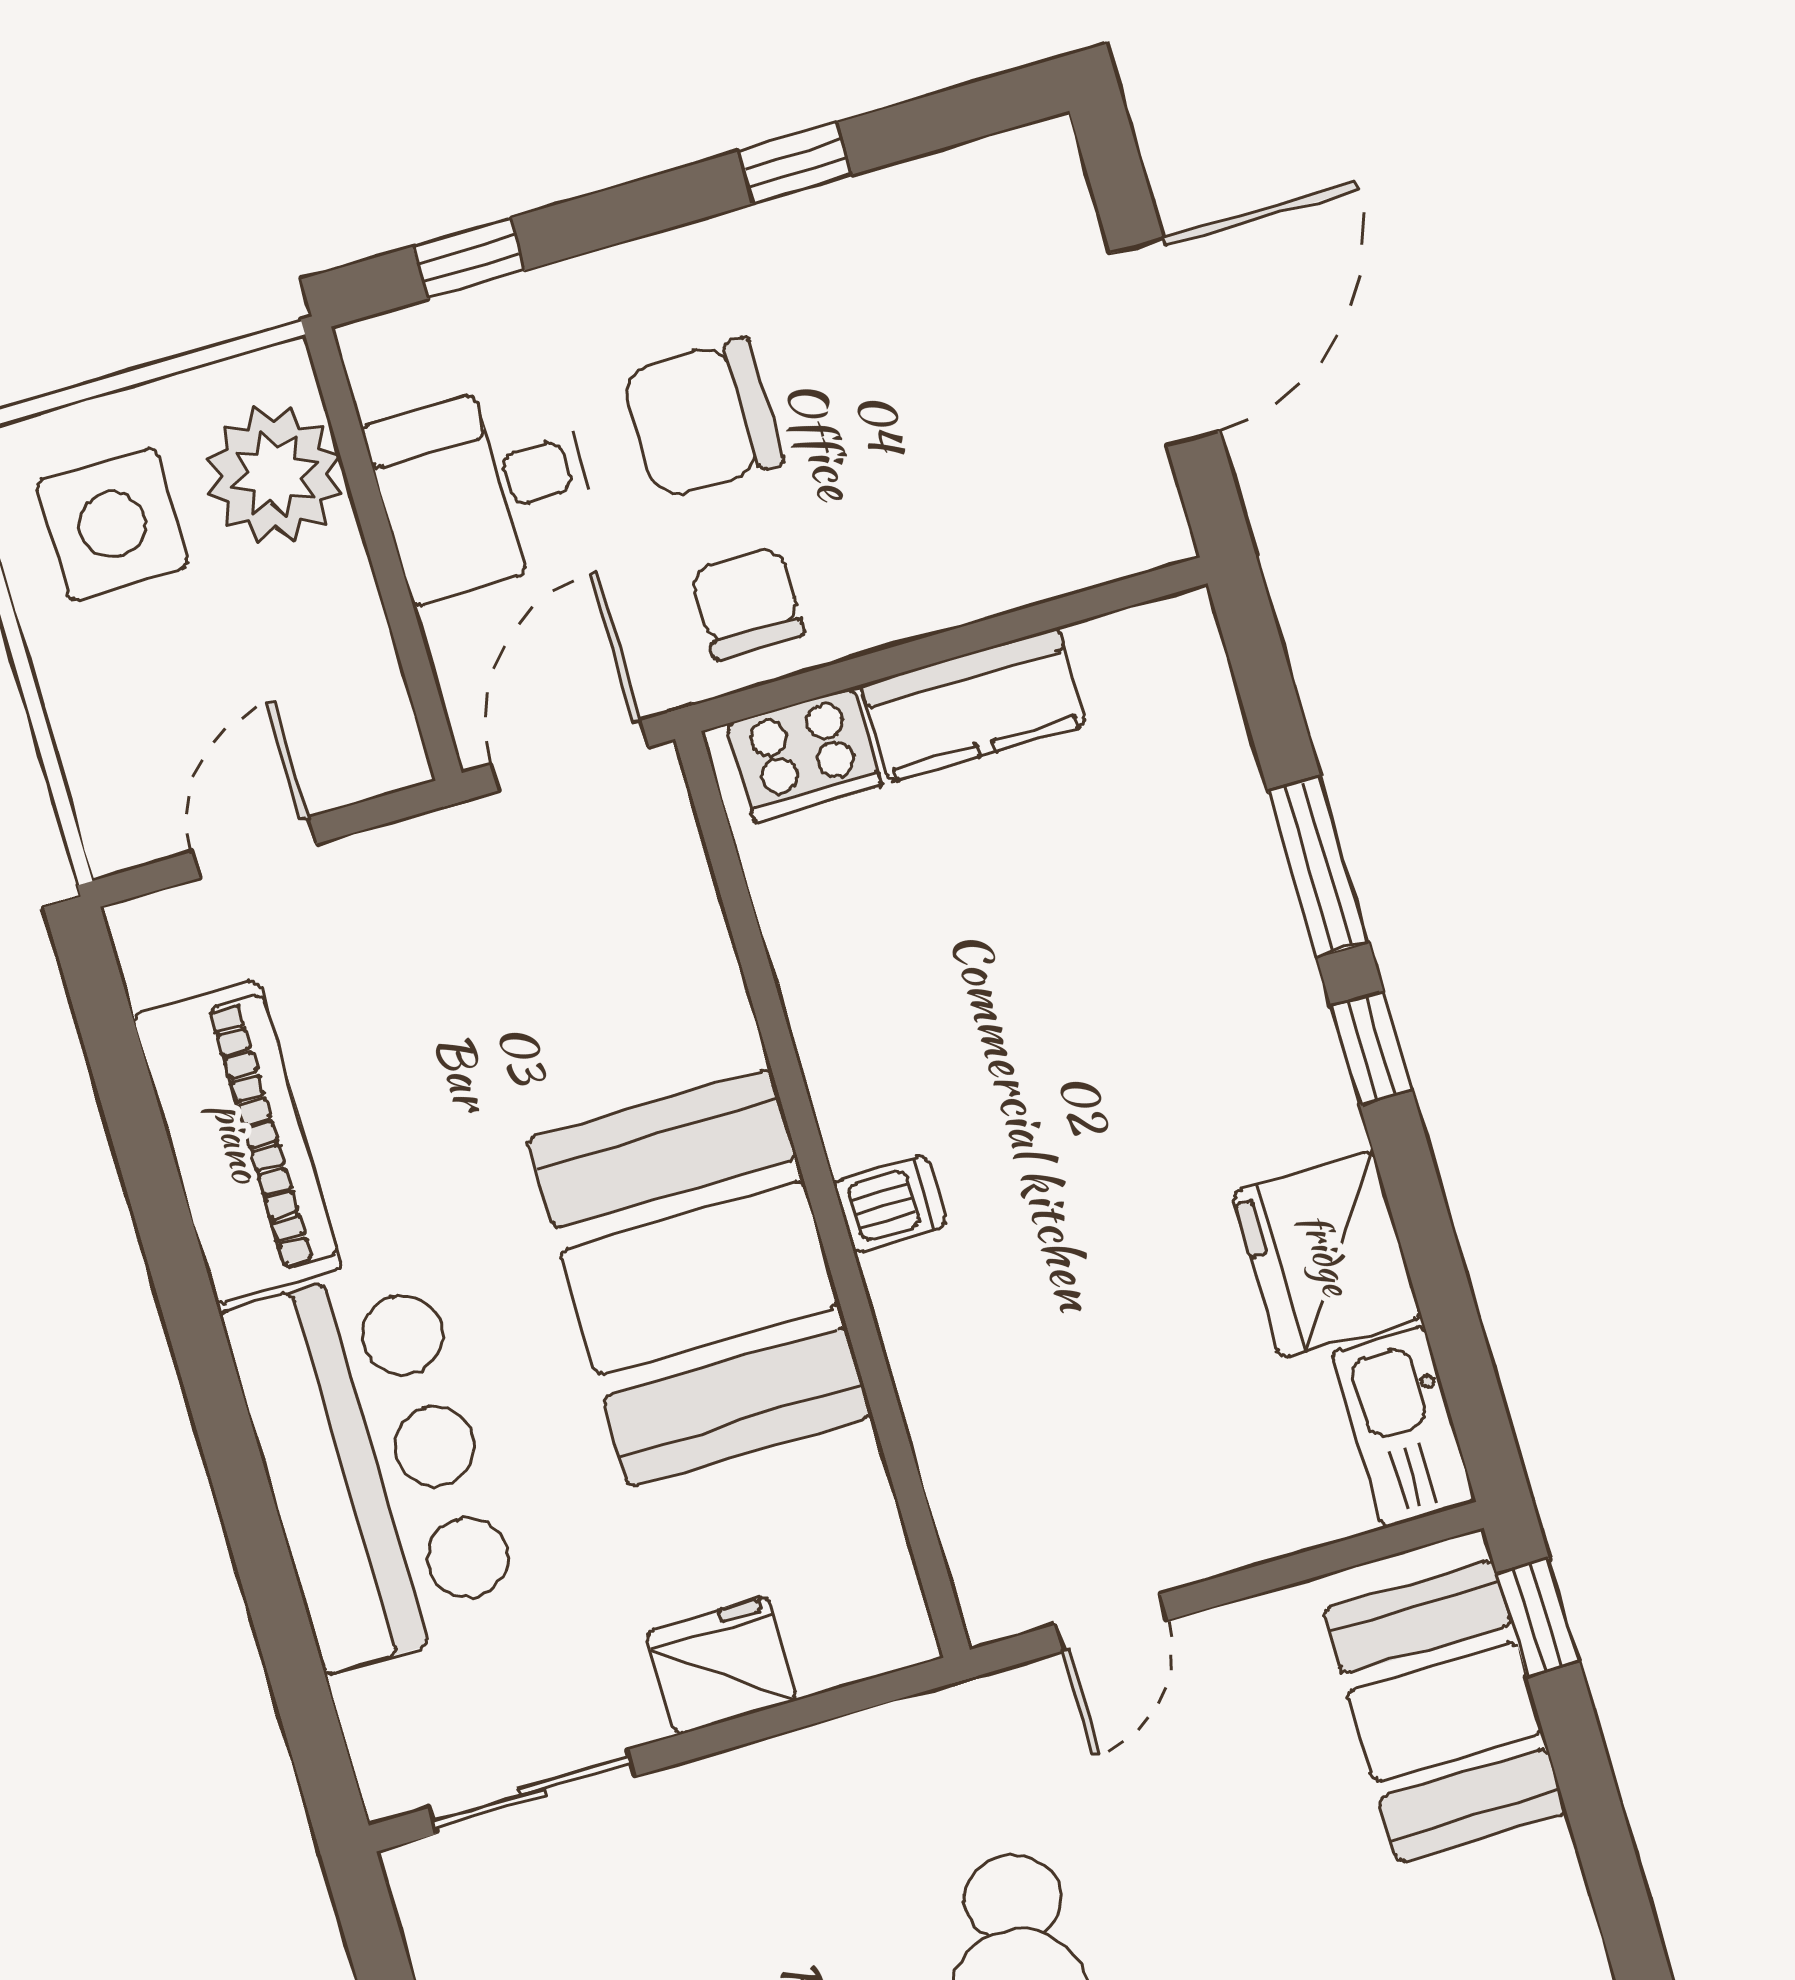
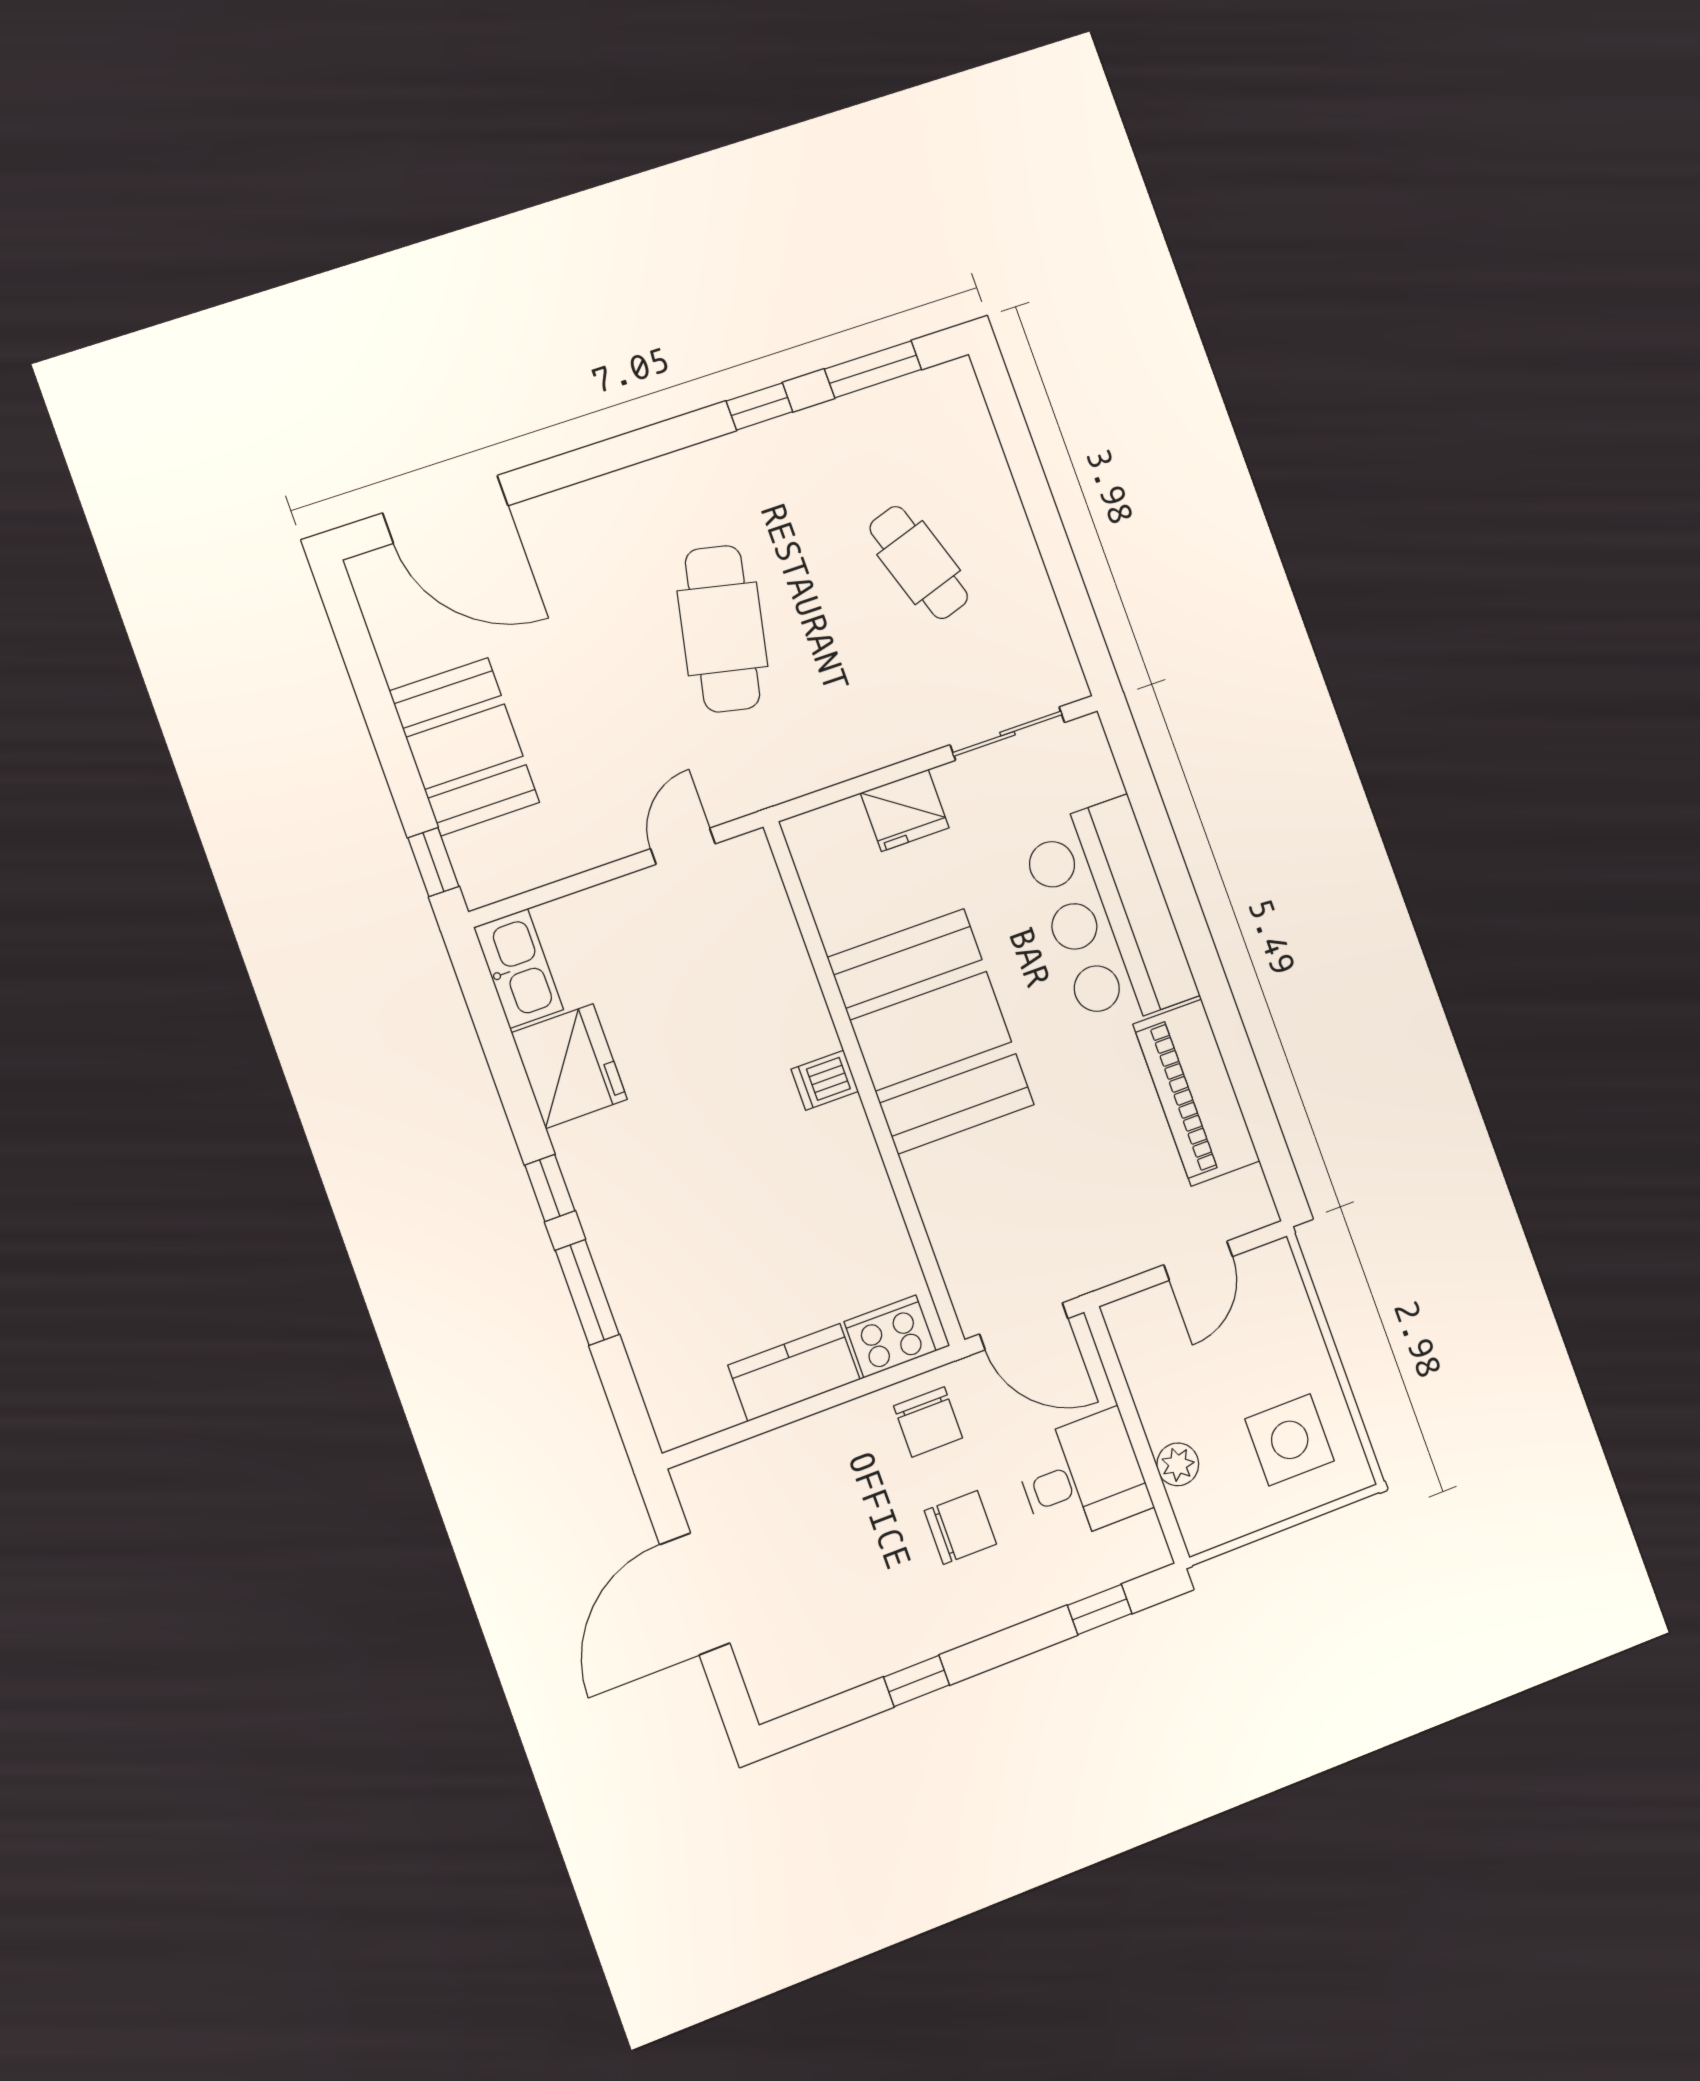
chair: (702, 418) -> (960, 1527), width x0.73, depth x0.73
plant: (274, 475) -> (1178, 1464), width x0.53, depth x0.53
door: (570, 756) -> (1024, 1326), hinge flipped
booth: (1445, 1711) -> (464, 747), moved

